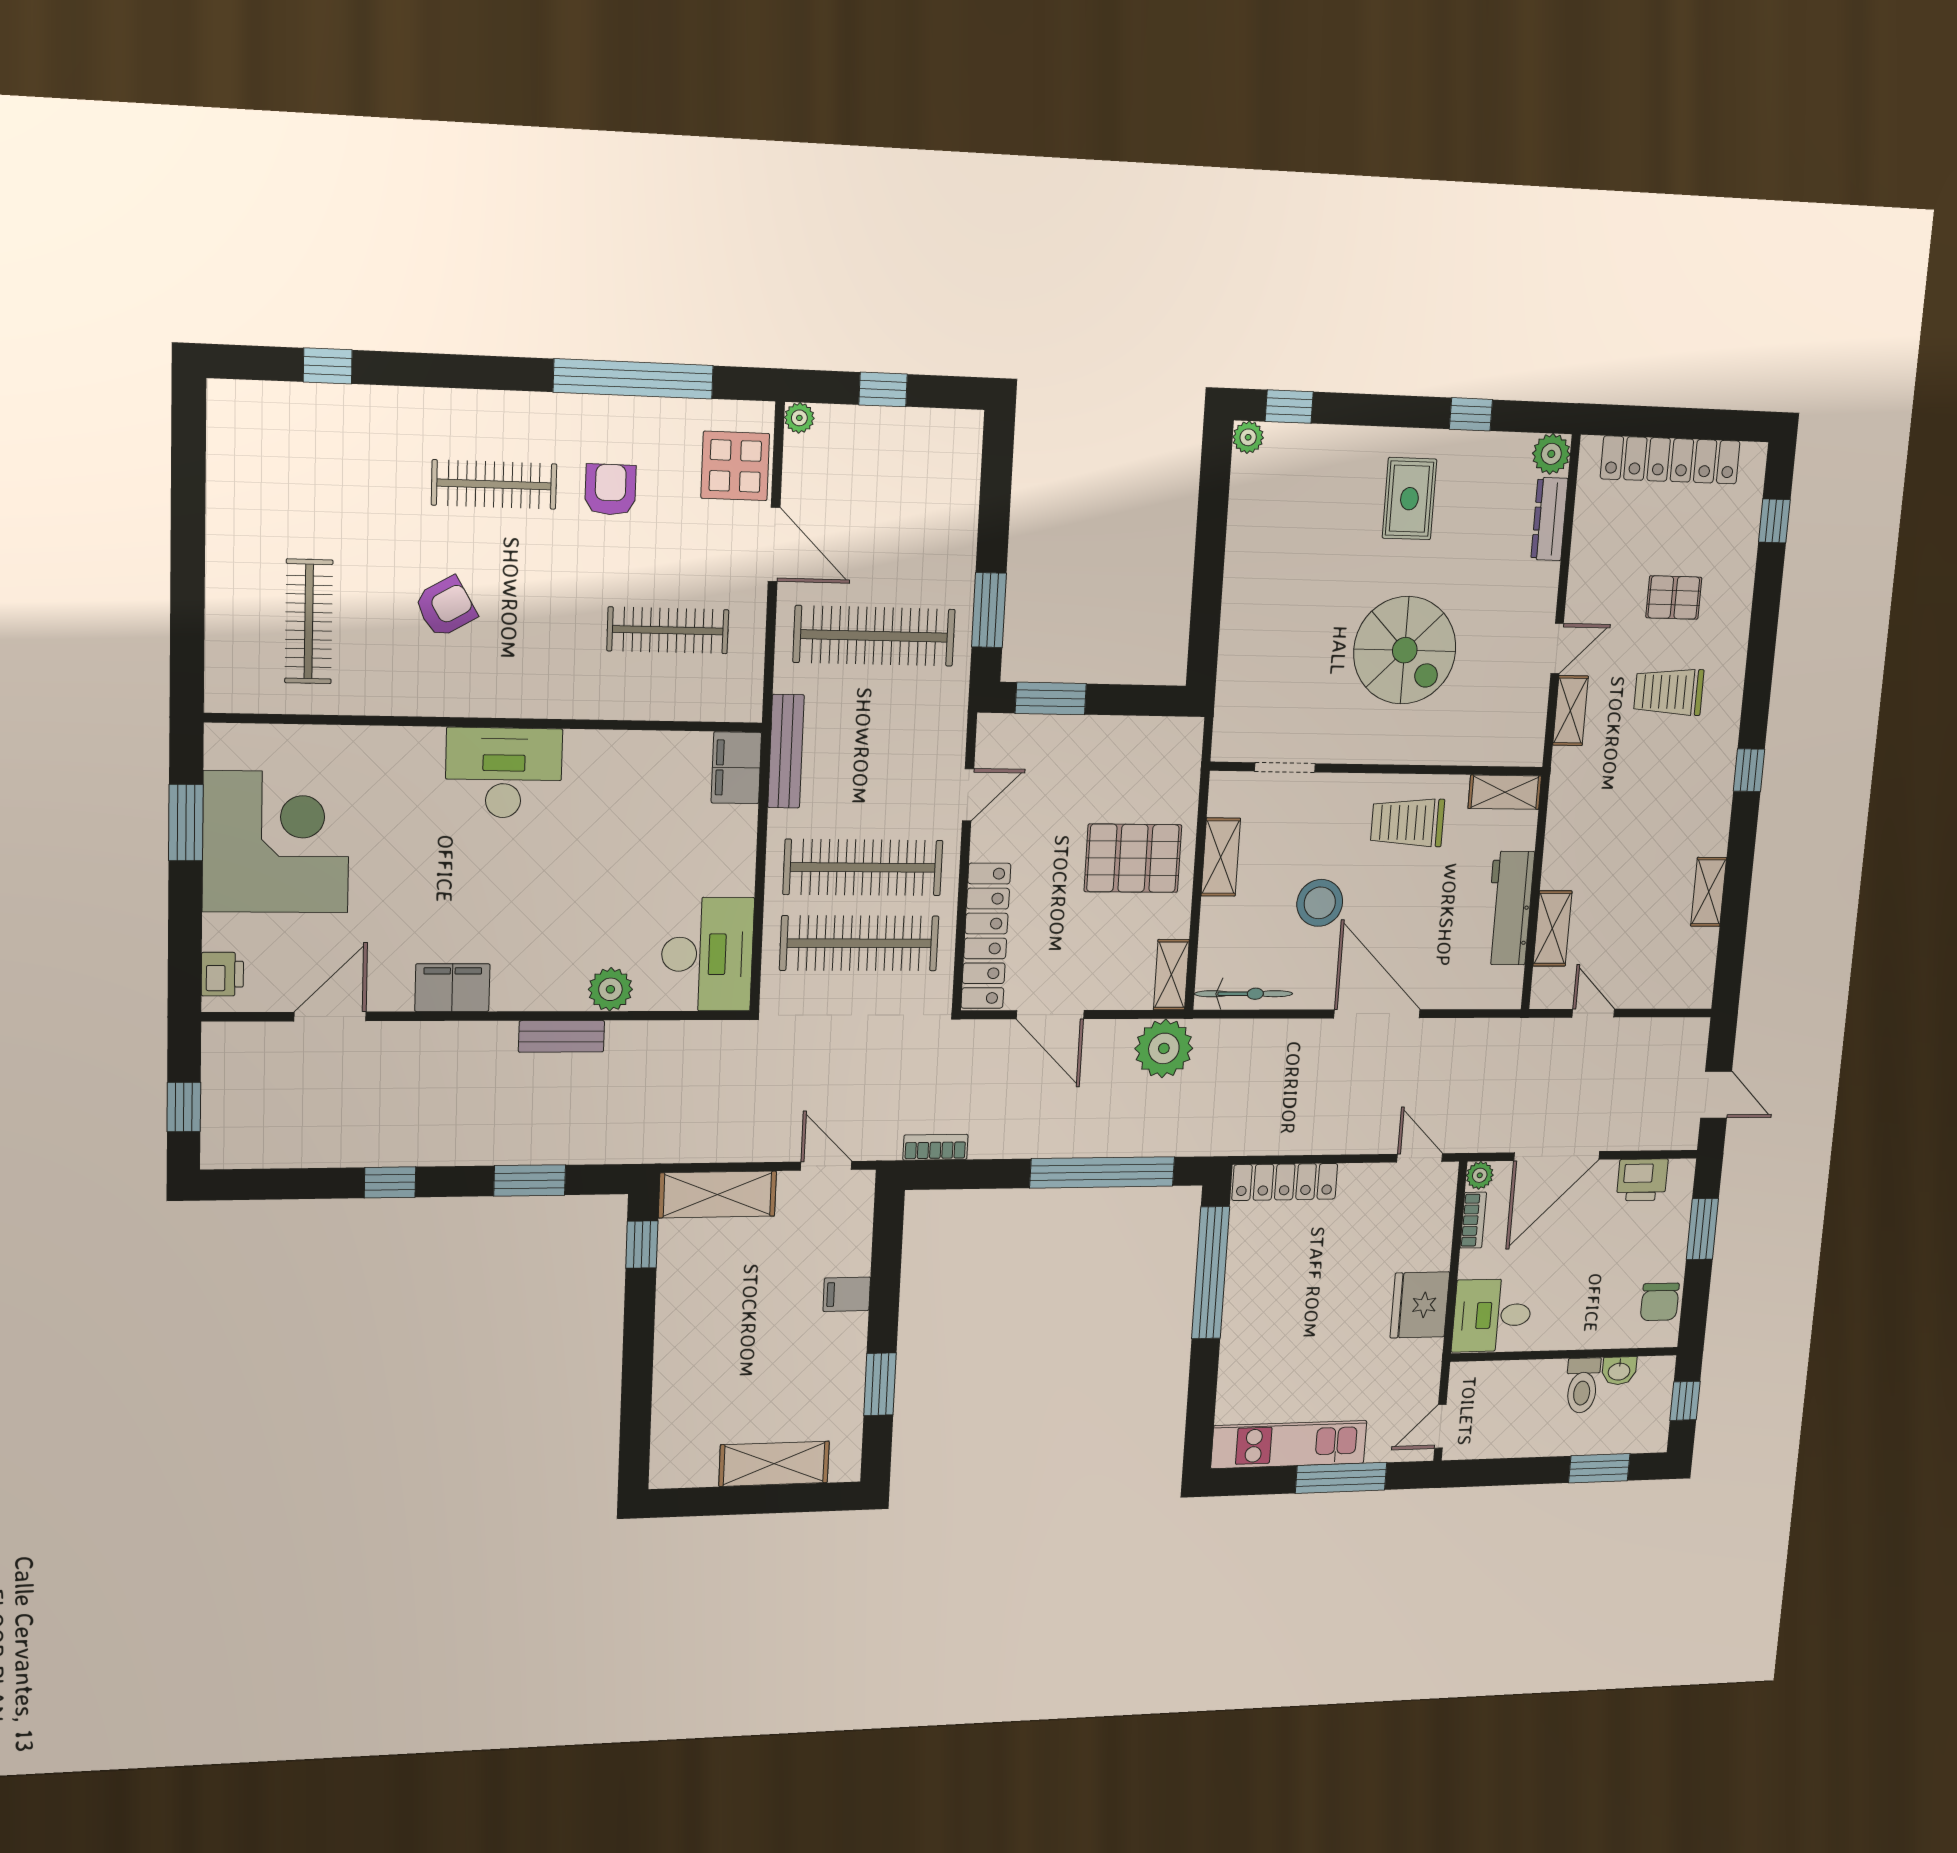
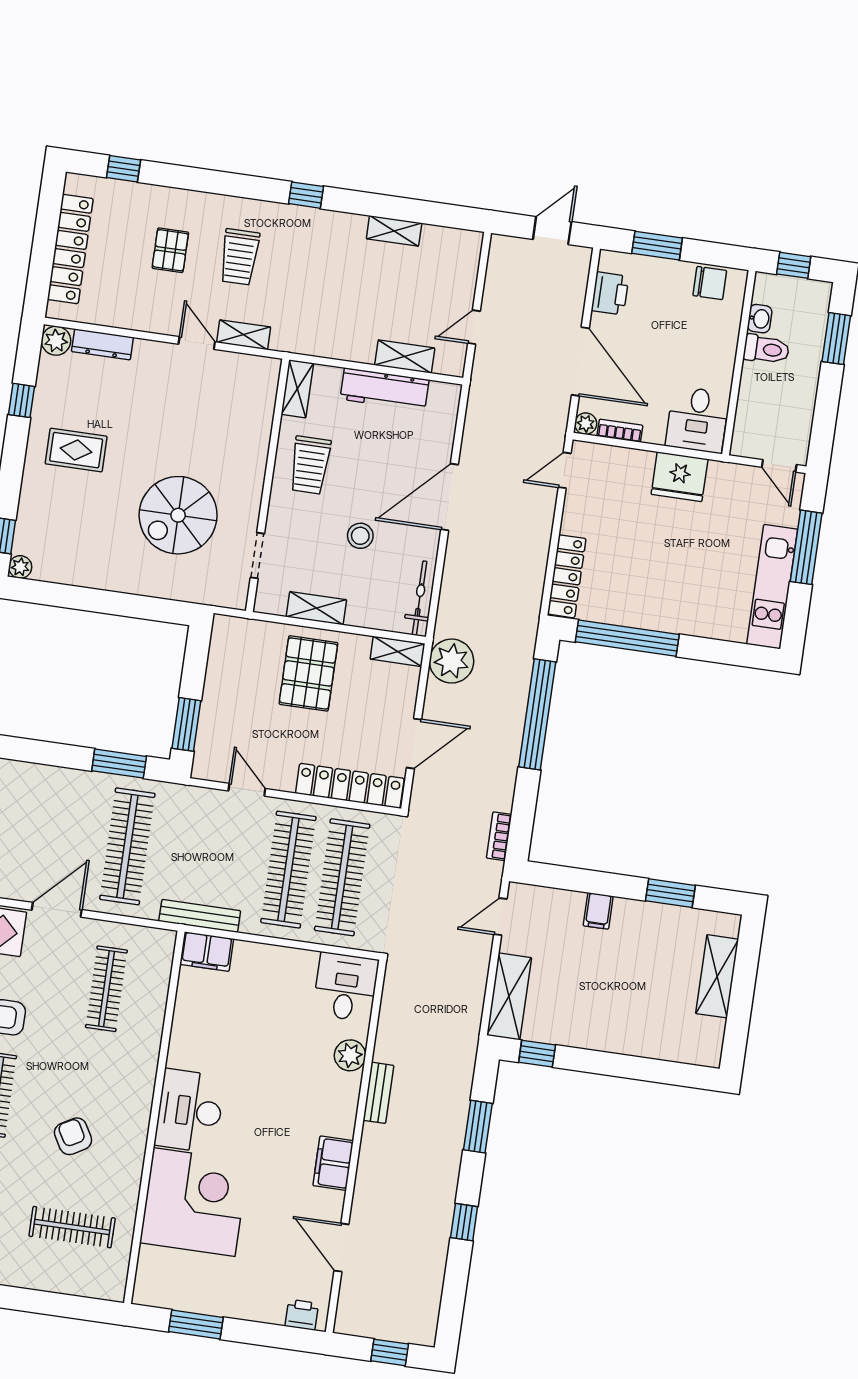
spiral stairs: (1405, 650) -> (178, 515), moved, turned 180
corner desk: (276, 842) -> (194, 1202), moved, turned 90
stool: (1320, 903) -> (360, 536), width x0.73, depth x0.73
desk: (707, 954) -> (346, 987), width x0.73

